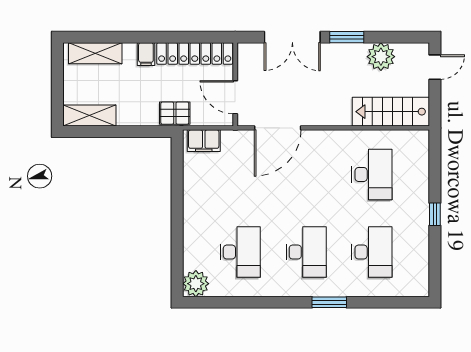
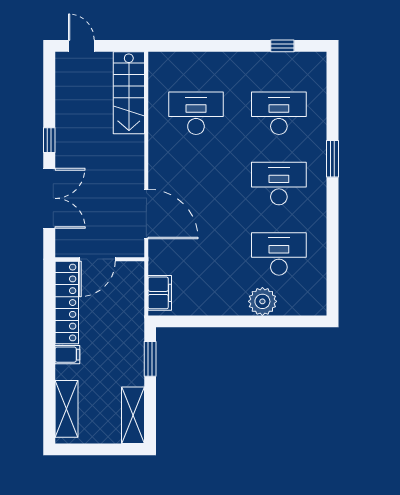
window: (347, 37) -> (49, 140), width x0.67
plant: (381, 57) -> (70, 104), removed
door: (235, 97) -> (97, 259), moved
pallet: (175, 113) -> (130, 324), removed
window: (142, 132) -> (150, 359), added
window: (435, 214) -> (282, 46), moved
plant: (196, 284) -> (262, 301), moved

